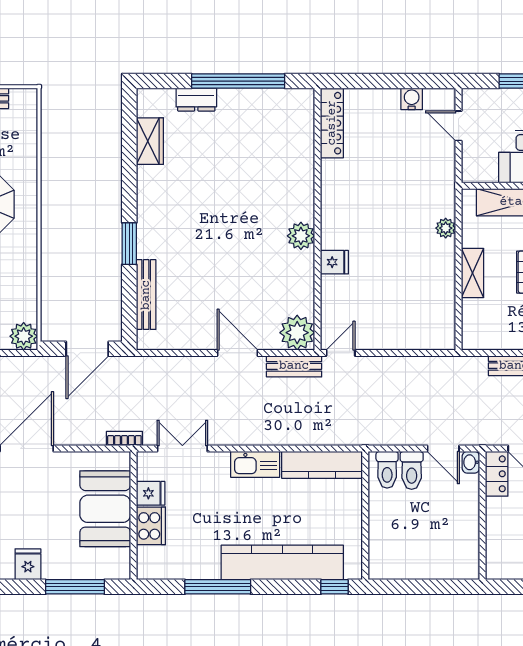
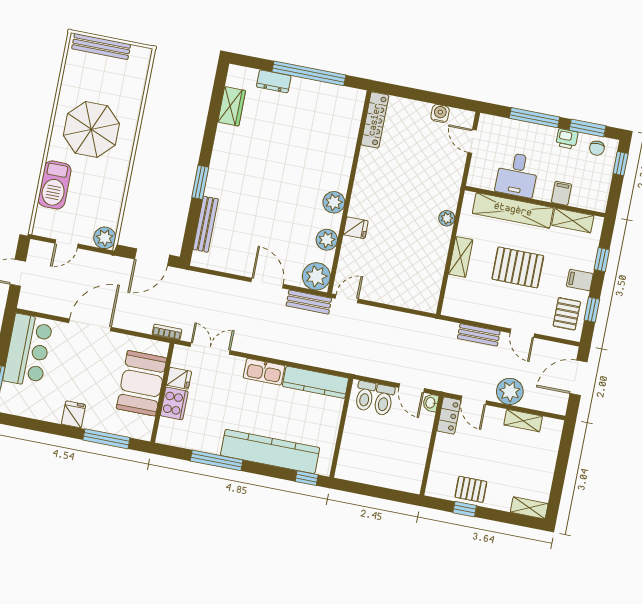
plant: (301, 284) -> (327, 240), added

